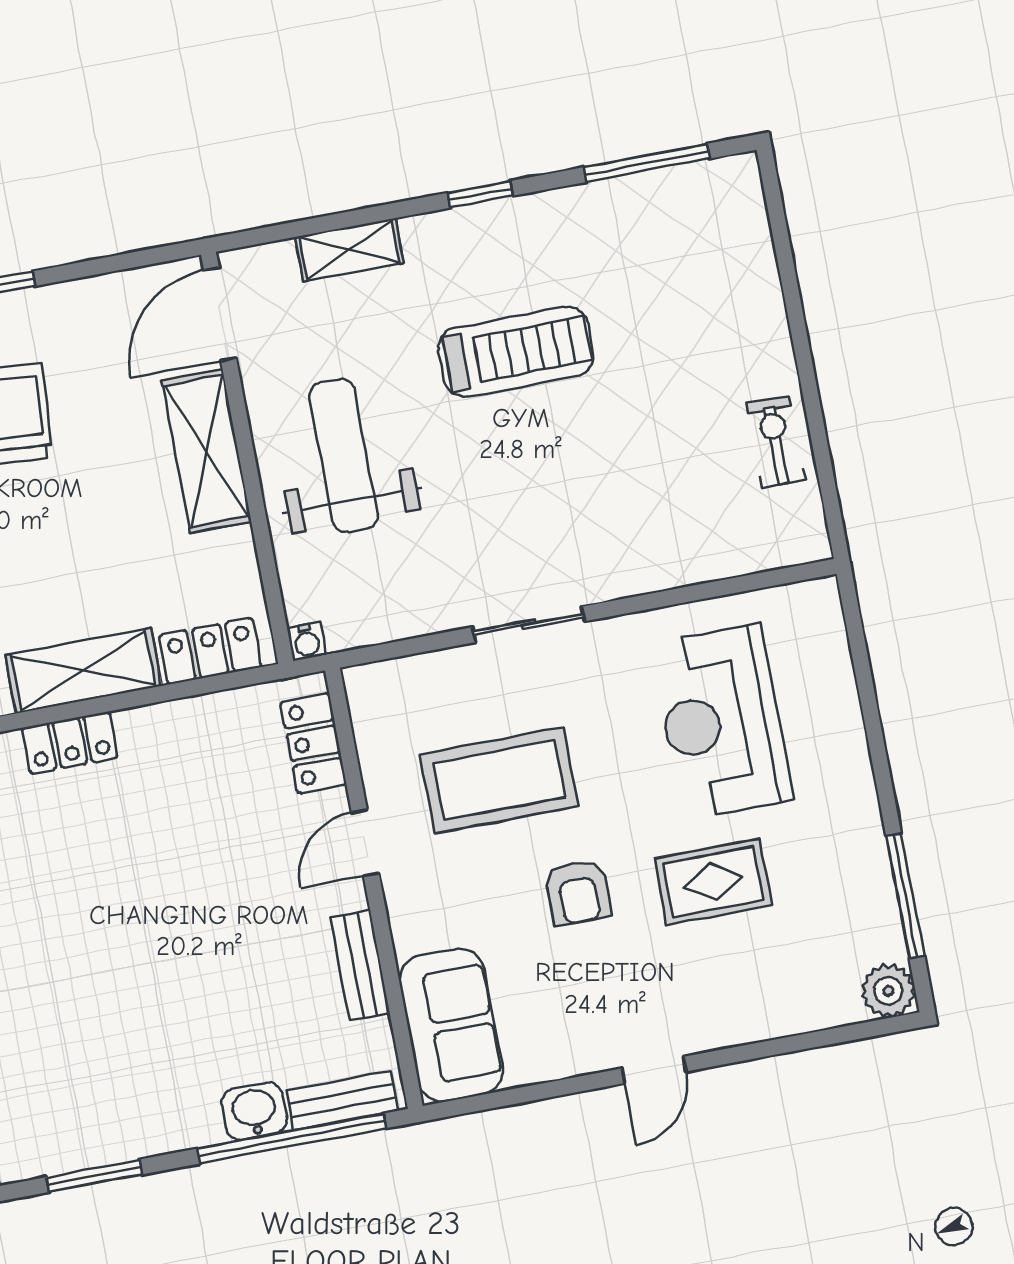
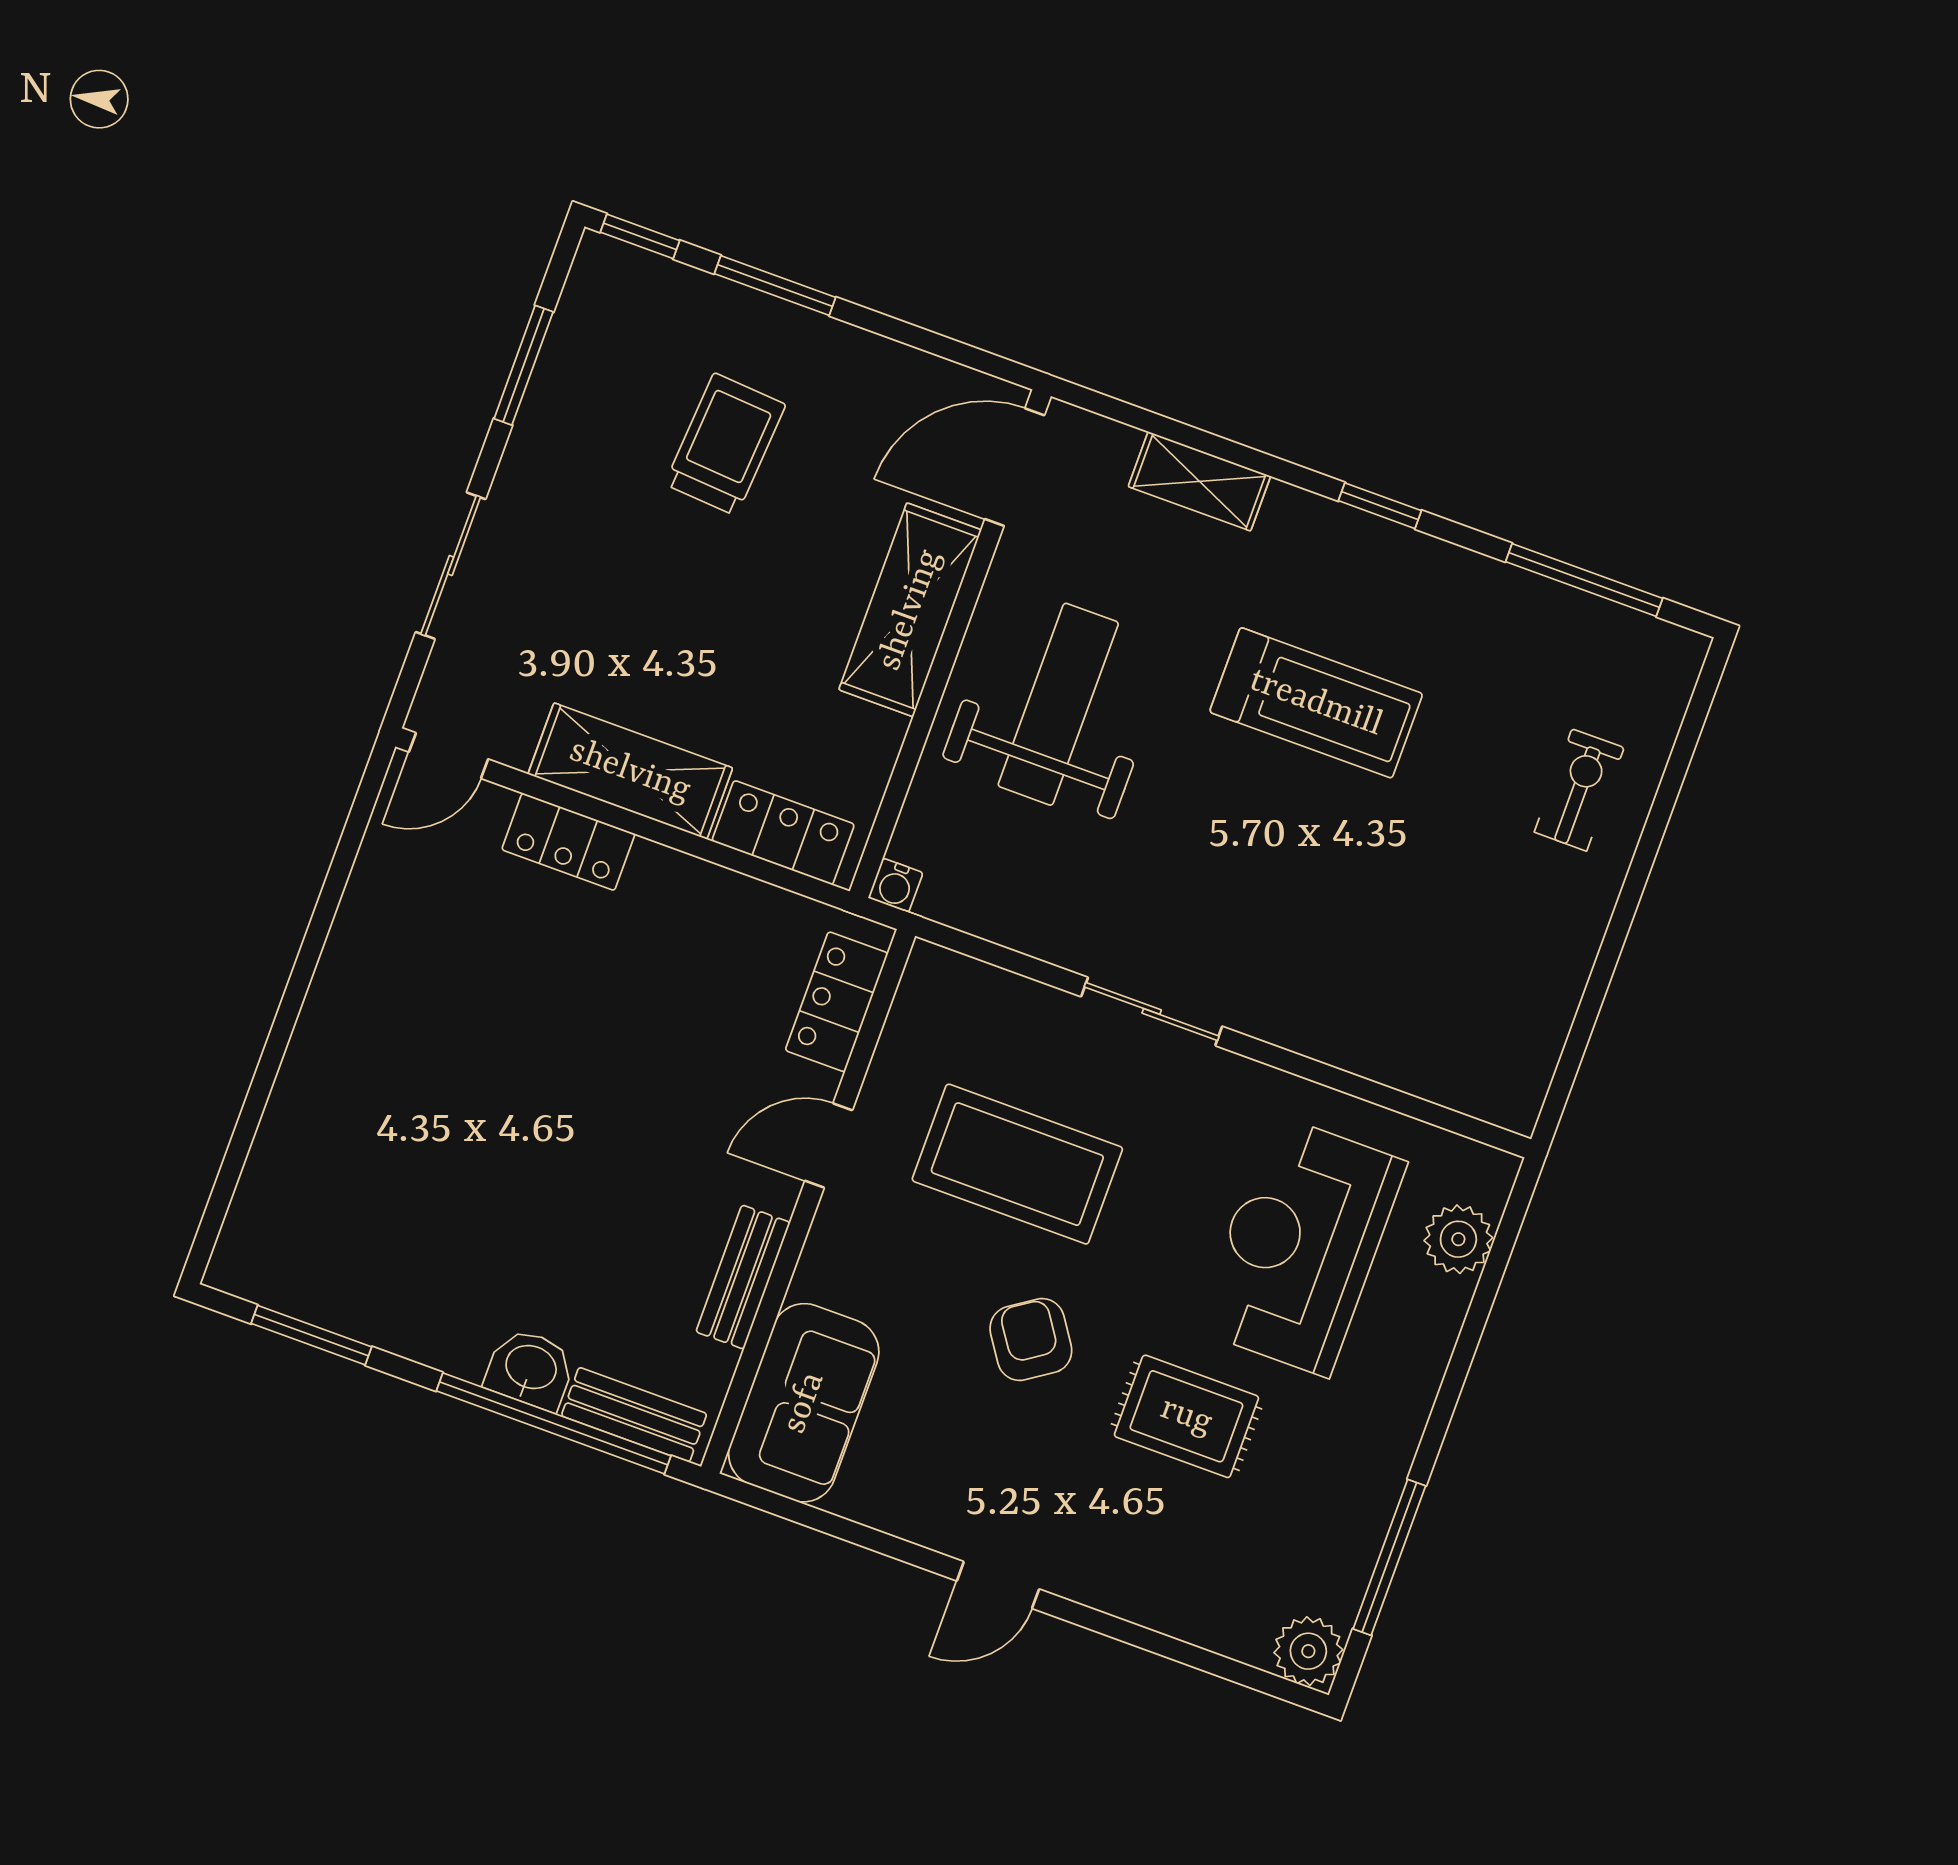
exercise bike: (776, 442) -> (1579, 790), moved
plant: (825, 655) -> (1458, 1239), added
armchair: (578, 892) -> (1031, 1339), turned 146

